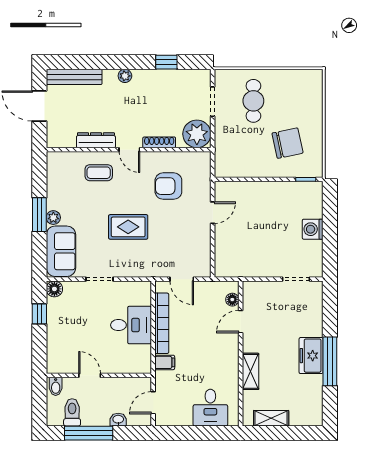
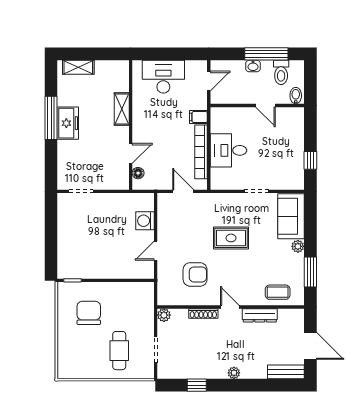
bench: (74, 77) -> (286, 372), width x0.73
plant: (197, 134) -> (164, 315), width x0.53, depth x0.53
chair: (288, 143) -> (89, 313), turned 102
coffee table: (99, 173) -> (278, 292), moved
window: (39, 215) -> (310, 272), moved
washing machine: (313, 229) -> (145, 221), moved, turned 180
floor lamp: (54, 289) -> (297, 183), removed
desk: (210, 408) -> (163, 77), width x1.37
shelving: (271, 418) -> (78, 67), moved
washbasin: (118, 420) -> (253, 66), moved

